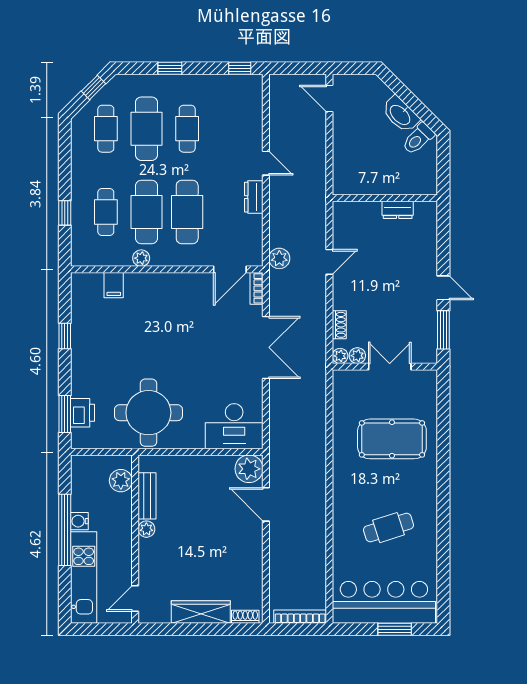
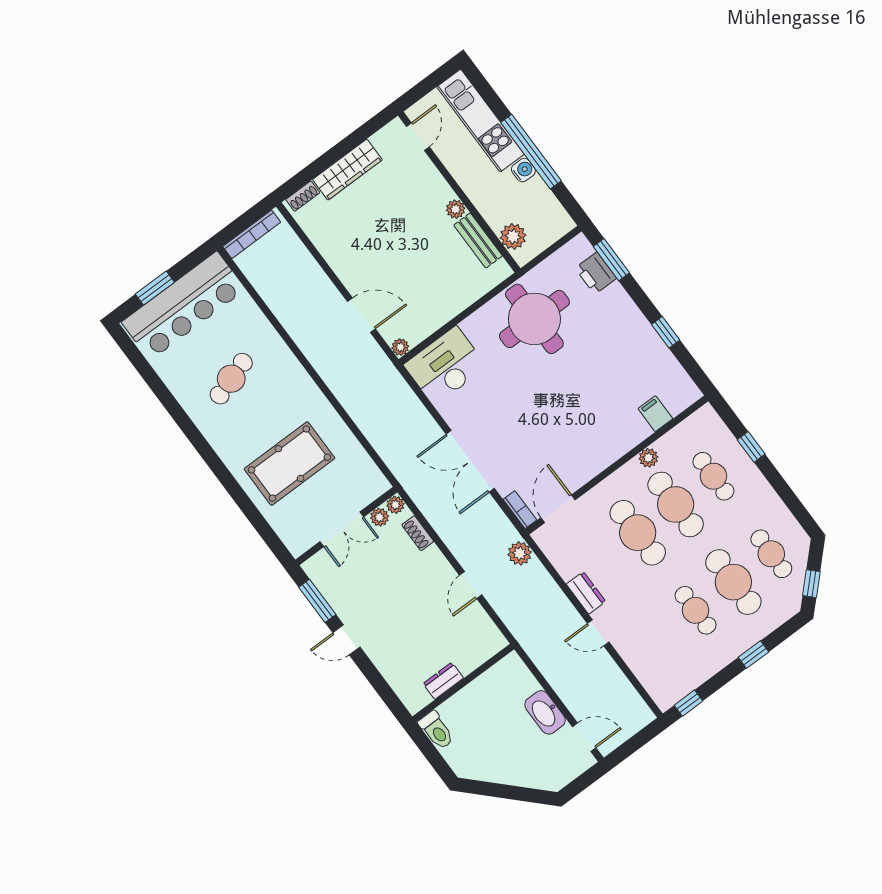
washbasin: (401, 114) -> (545, 712), moved, turned -135
toilet: (418, 139) -> (436, 730), moved, turned 135
plant: (249, 469) -> (400, 347), width x0.53, depth x0.53

